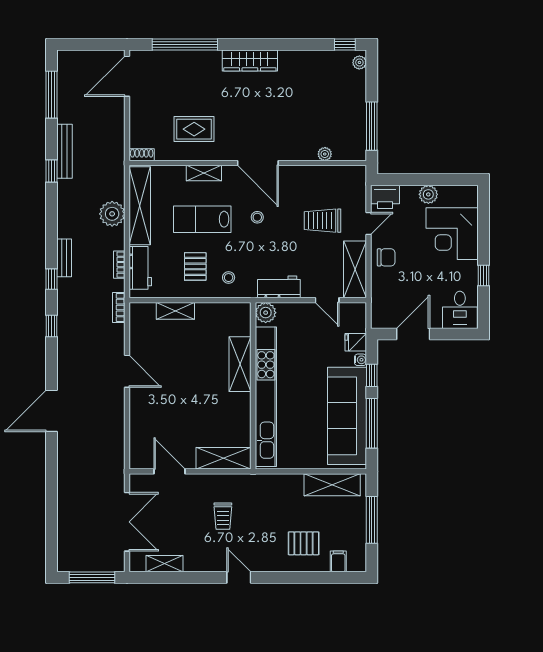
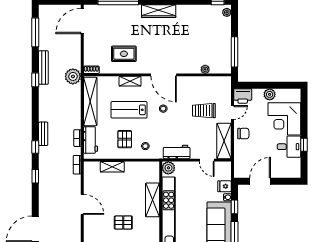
plant: (112, 214) -> (73, 76), moved
desk: (460, 310) -> (289, 147), moved, turned -90
pallet: (193, 400) -> (123, 223), added

